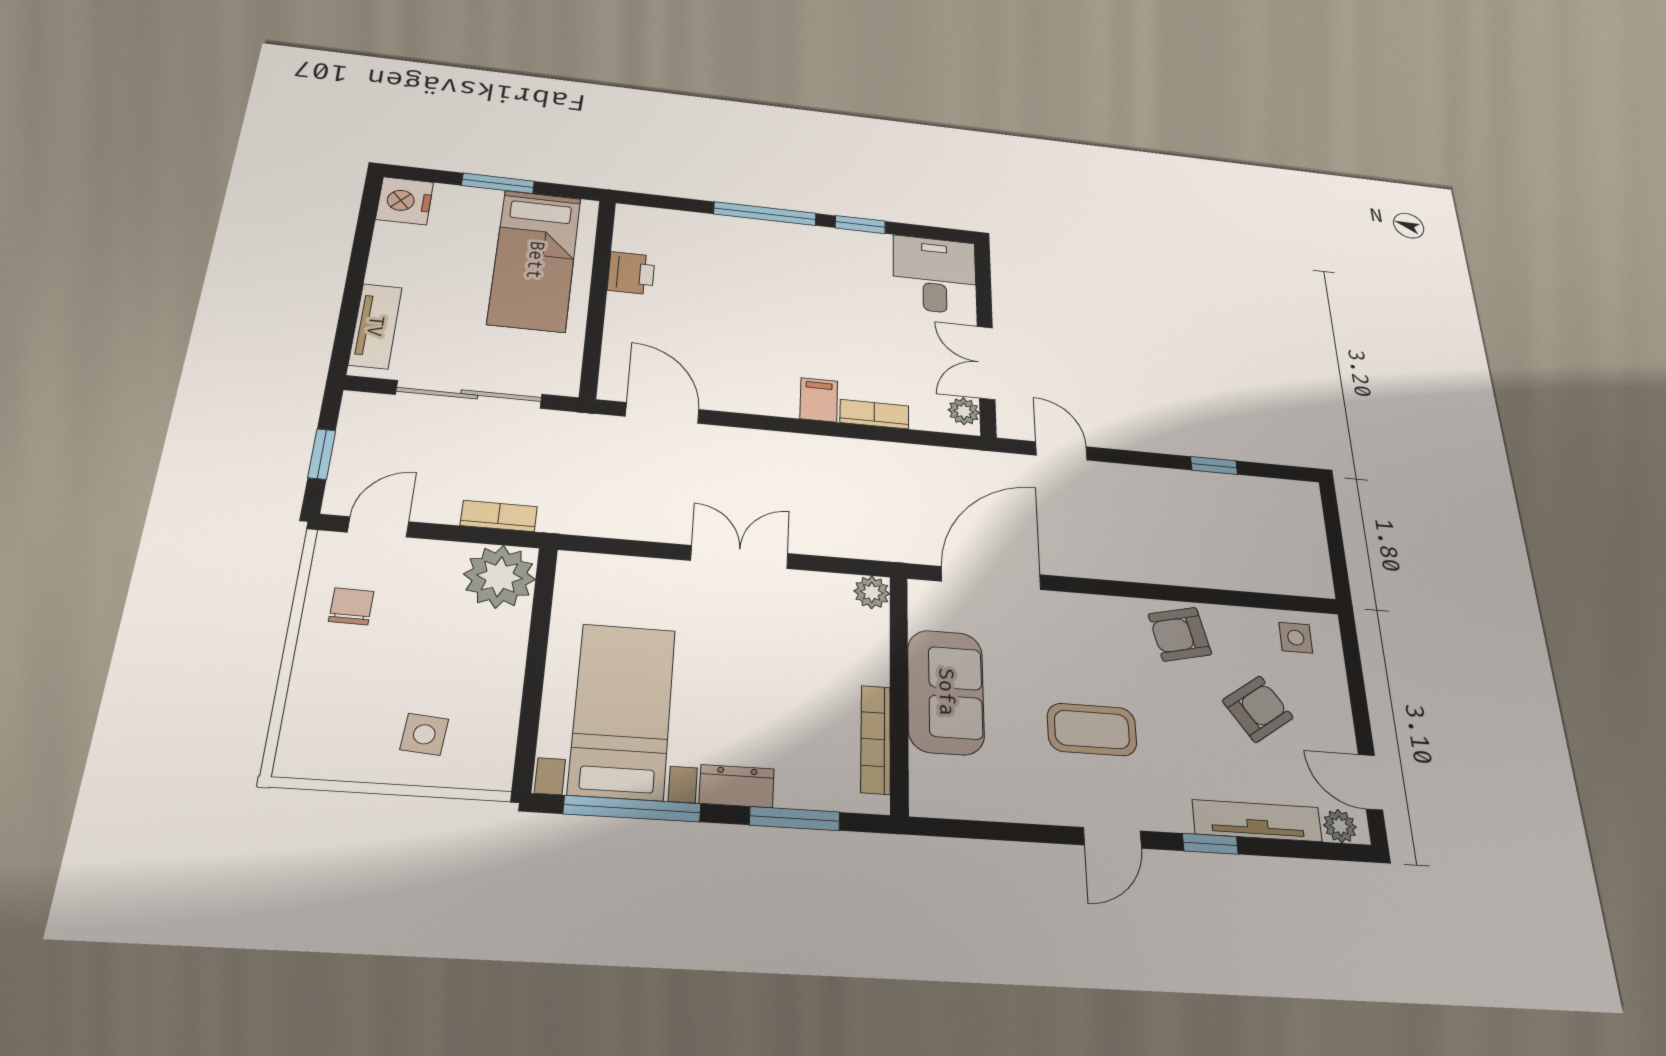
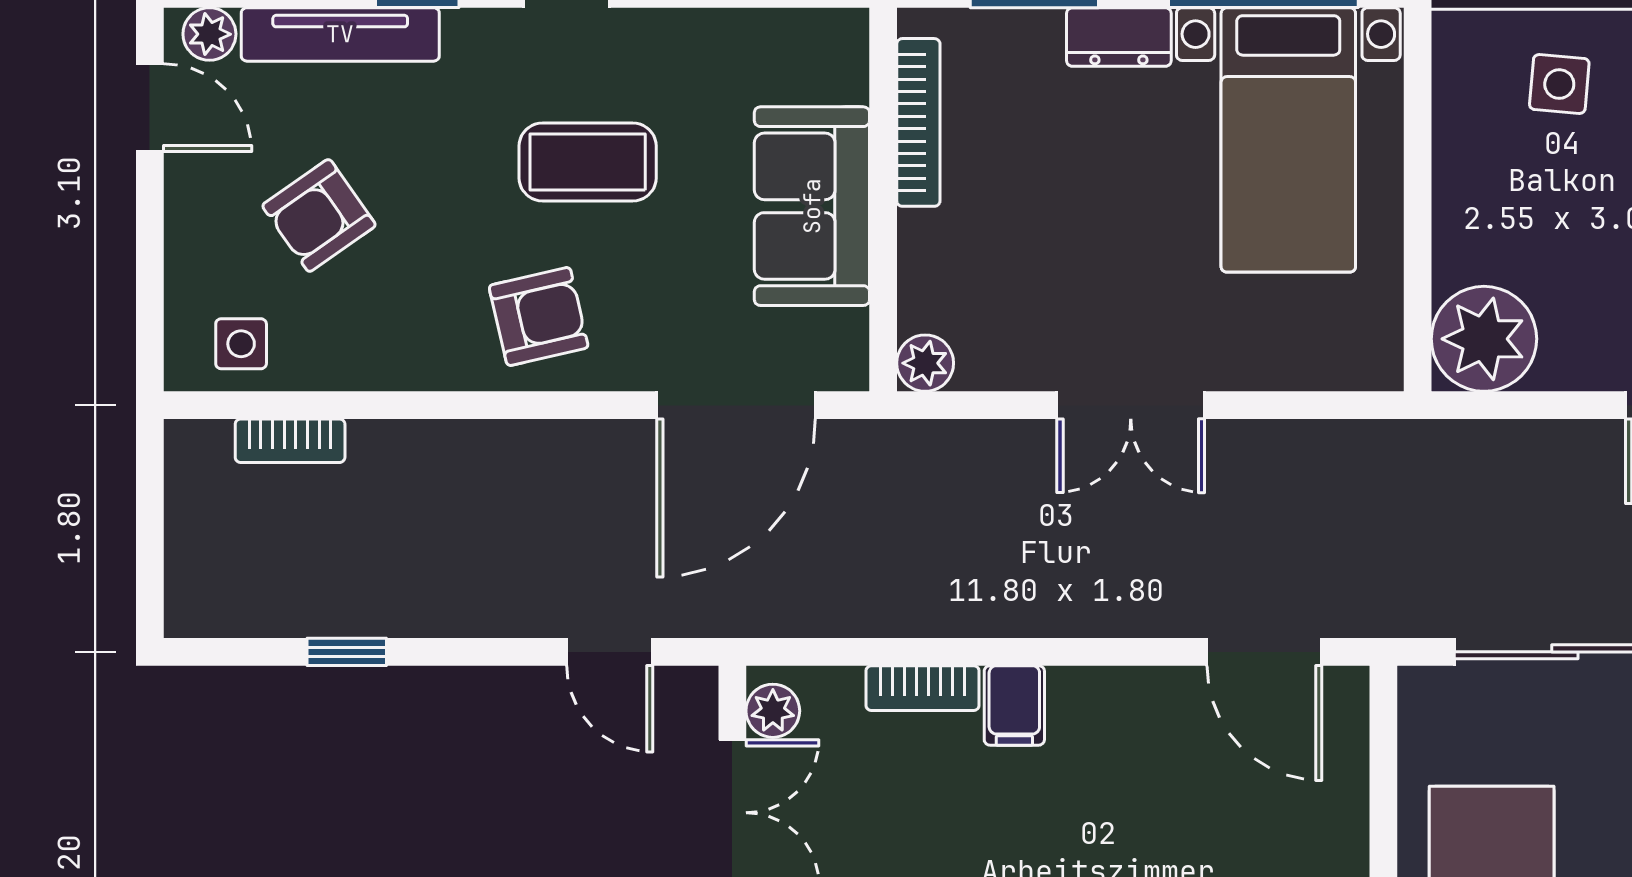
bookcase: (499, 516) -> (290, 441), moved
armchair: (1180, 634) -> (539, 317), moved

